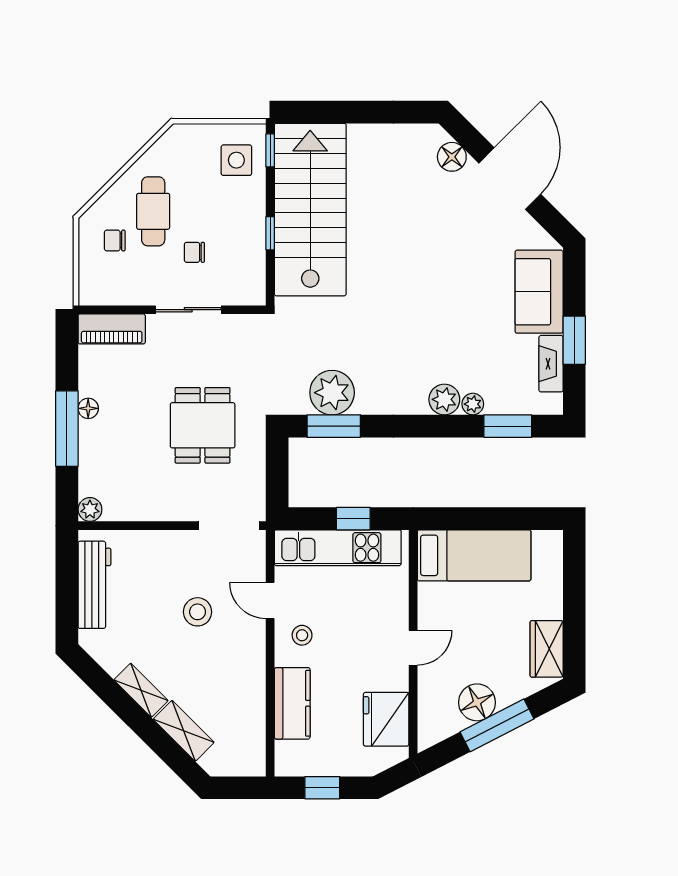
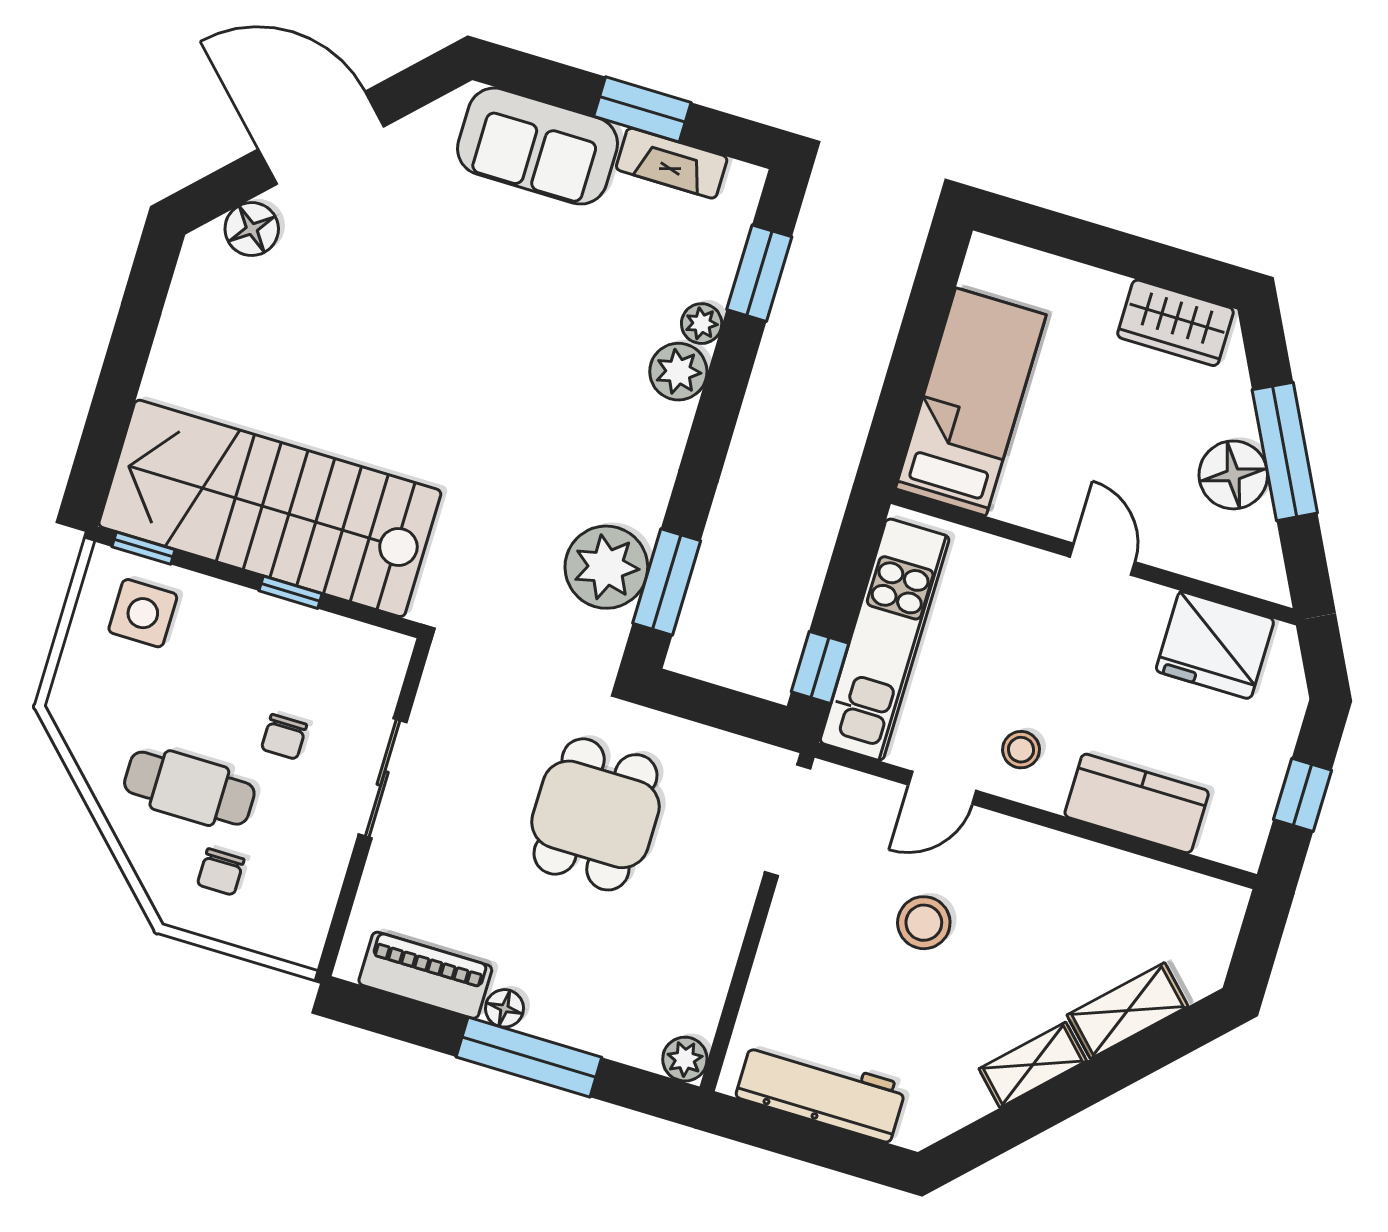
piano: (112, 329) -> (425, 975), moved, turned -90
dining table: (203, 425) -> (595, 814), turned 90
window: (353, 519) -> (820, 668), moved

